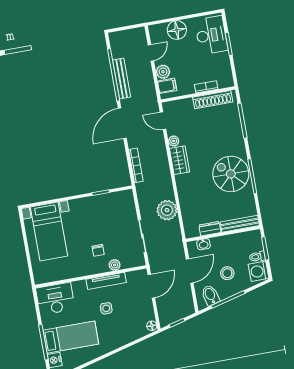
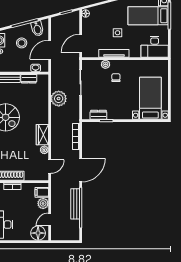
floor lamp: (177, 30) -> (38, 233), moved
door: (163, 121) -> (50, 167), hinge flipped
dresser: (112, 198) -> (98, 115), added

